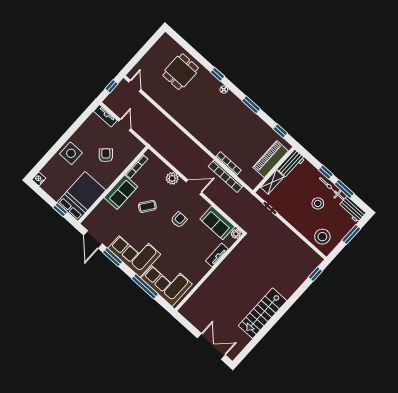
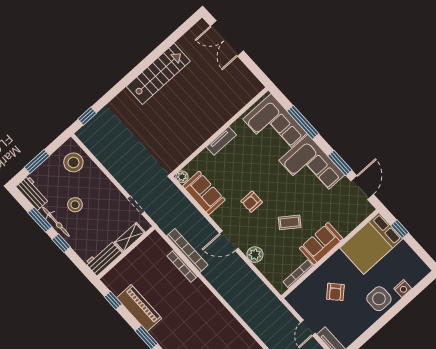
piano: (271, 159) -> (139, 308), moved, turned -90
nightstand: (39, 179) -> (403, 289), moved
tv unit: (217, 255) -> (221, 141), moved

